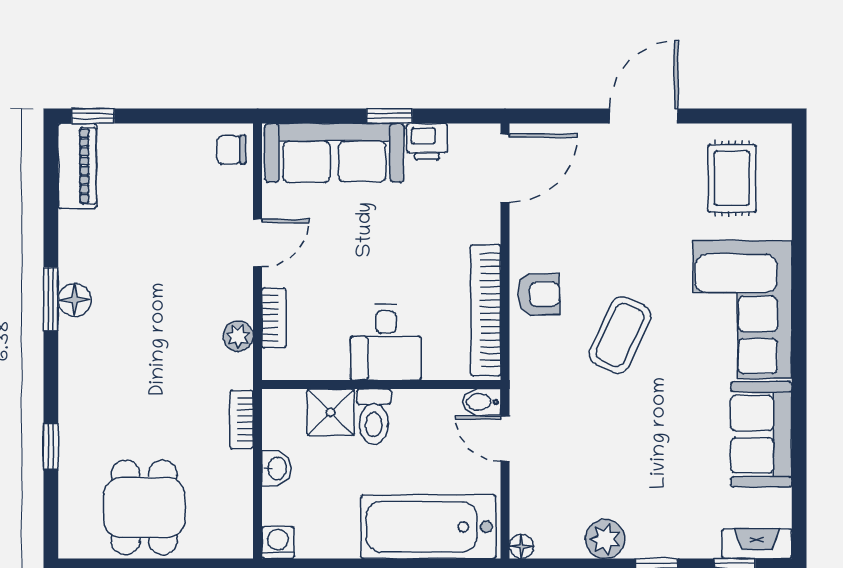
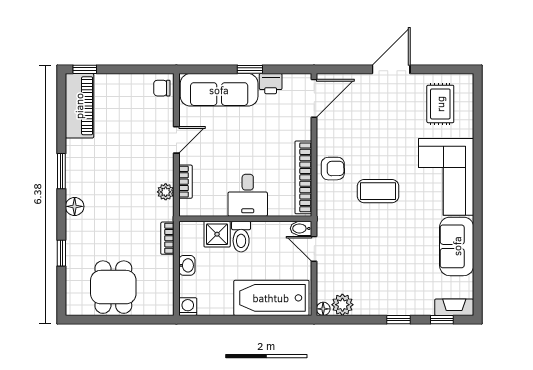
piano: (77, 166) -> (79, 106), width x1.37, depth x1.33
floor lamp: (75, 300) -> (75, 206), moved
coffee table: (620, 335) -> (378, 191), turned 65
plant: (605, 539) -> (342, 305), moved

